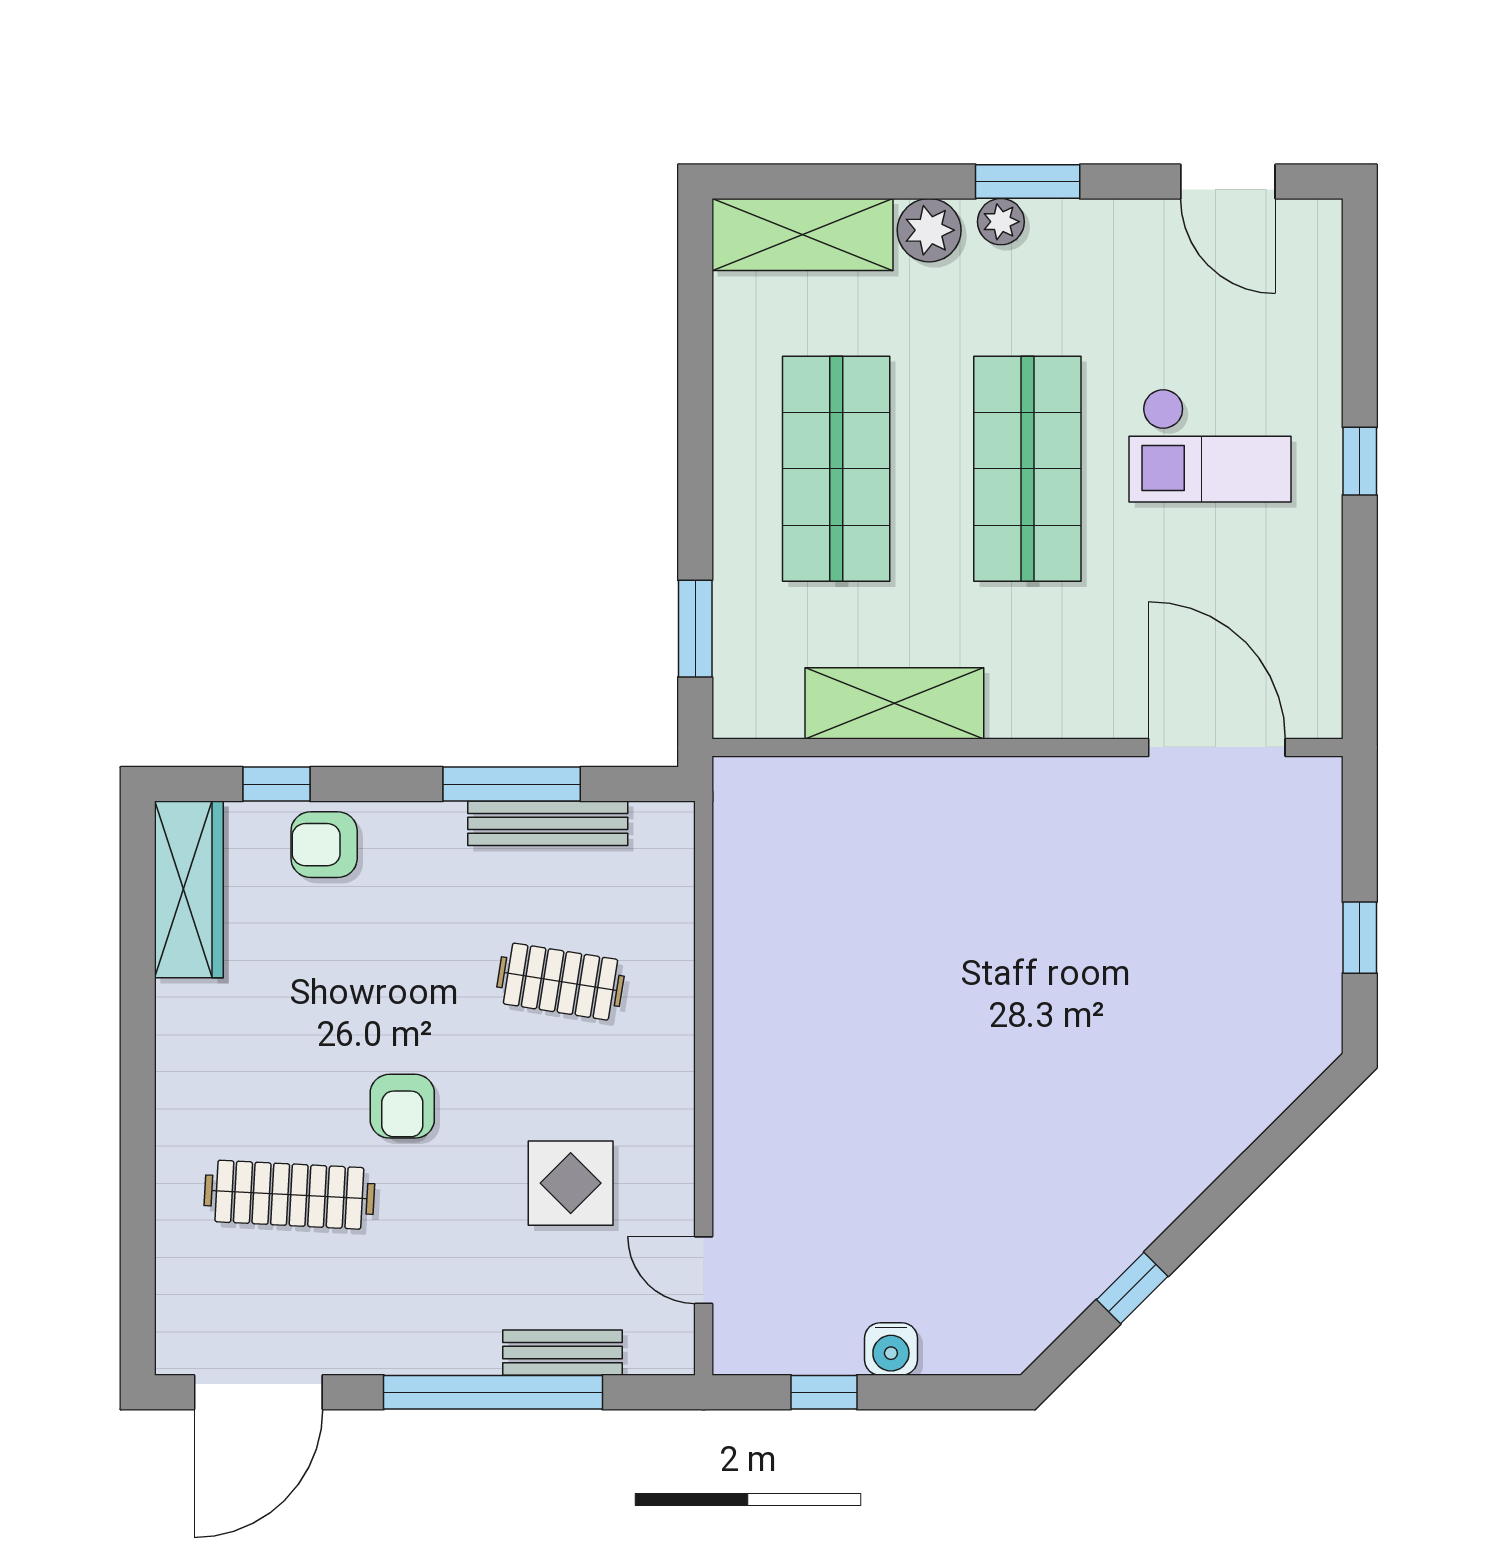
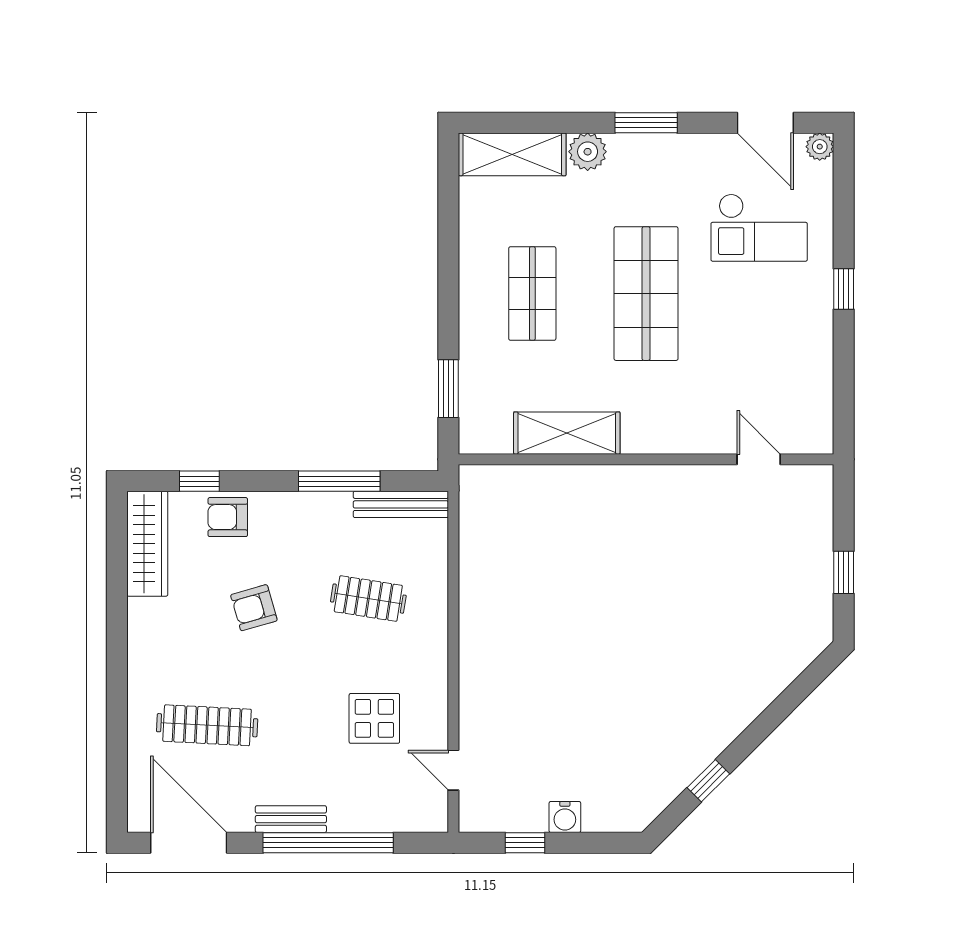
plant: (1001, 222) -> (820, 147), moved
checkout: (1210, 445) -> (759, 228), moved
shop shelf: (836, 469) -> (532, 294), width x0.70, depth x0.74
door: (1217, 747) -> (759, 459), width x0.53
bench: (548, 823) -> (401, 504), moved
armchair: (402, 1106) -> (254, 608), moved, turned 74
bench: (562, 1353) -> (291, 819), moved
door: (258, 1392) -> (189, 843), swing flipped

